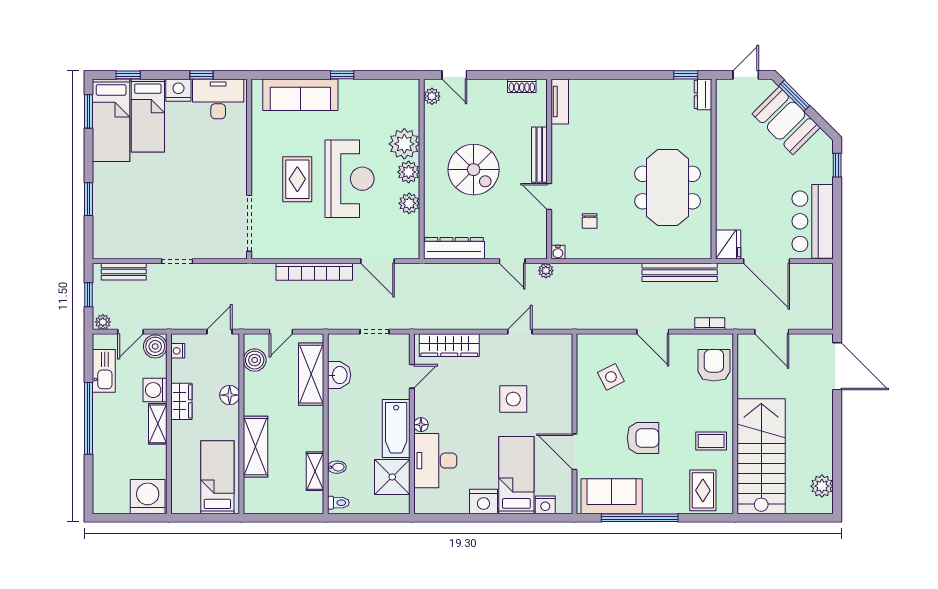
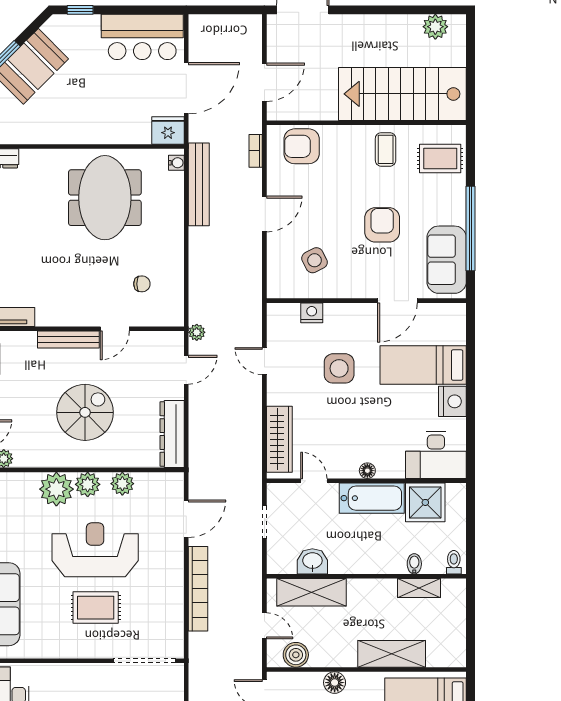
meeting table: (668, 188) -> (105, 198), turned 90
water cooler: (558, 252) -> (176, 163), moved
desk: (435, 461) -> (436, 455), moved
nightstand: (545, 505) -> (312, 313), moved, turned -90

